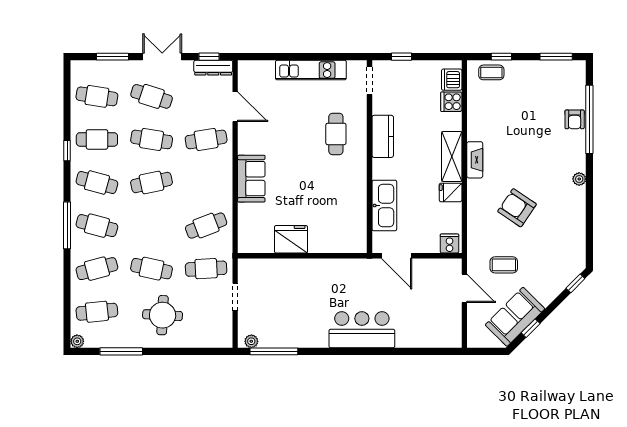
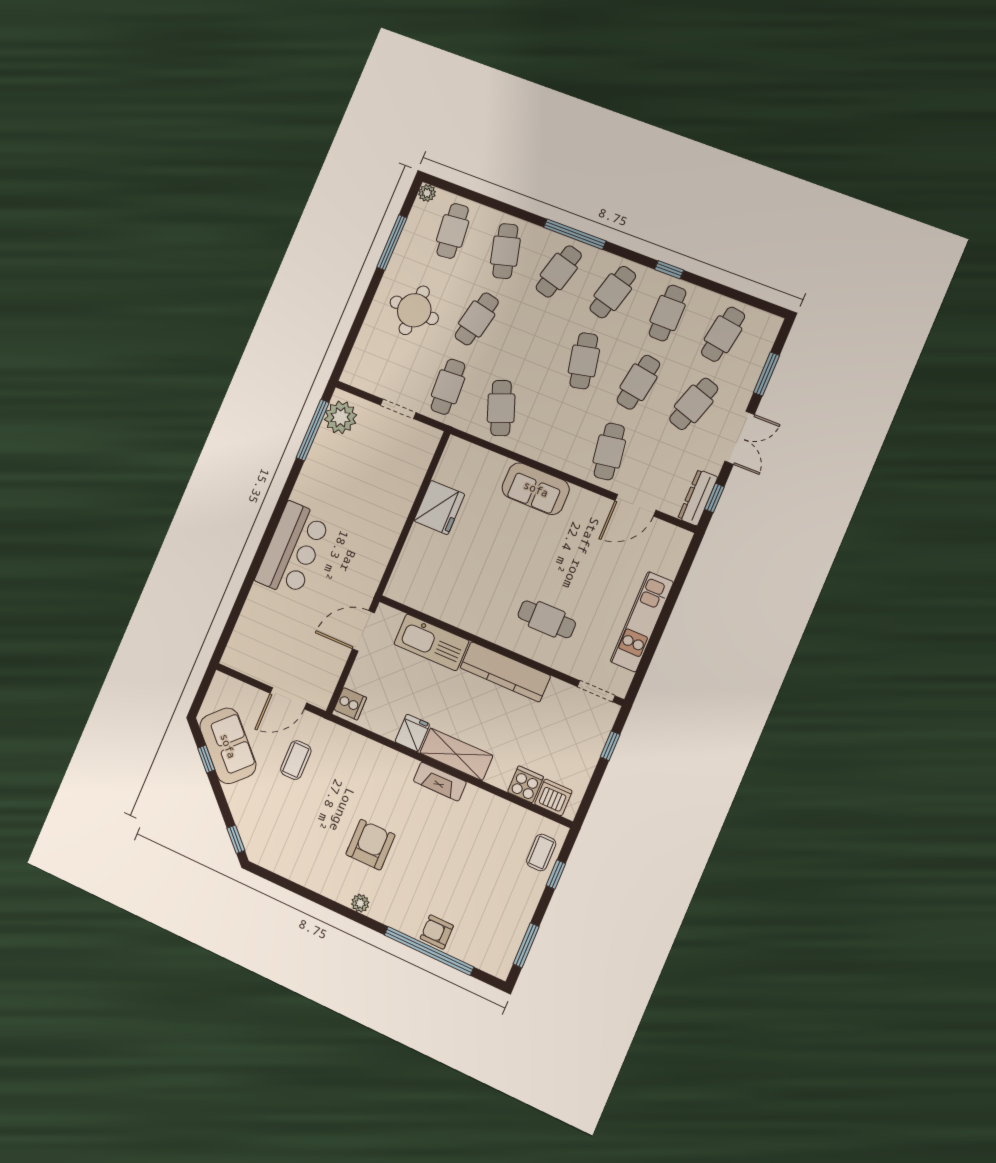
kitchen counter: (383, 136) -> (505, 672), width x1.50
armchair: (517, 208) -> (370, 845), moved, turned -34
plant: (251, 341) -> (340, 417), width x1.88, depth x1.88

